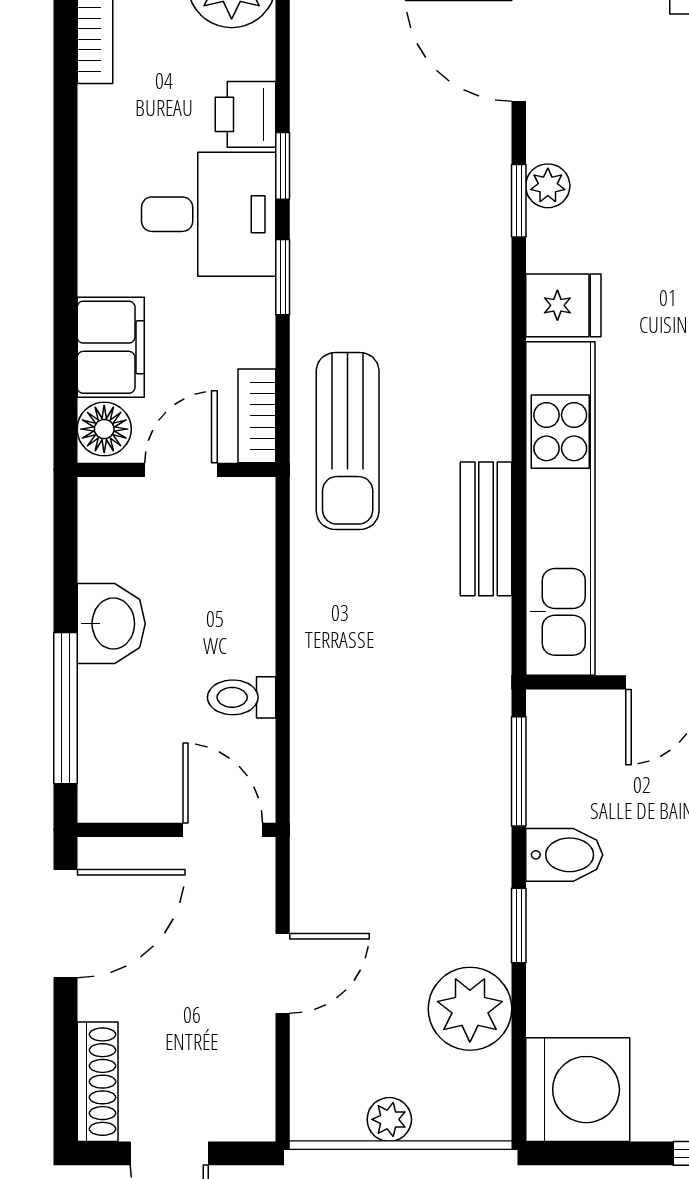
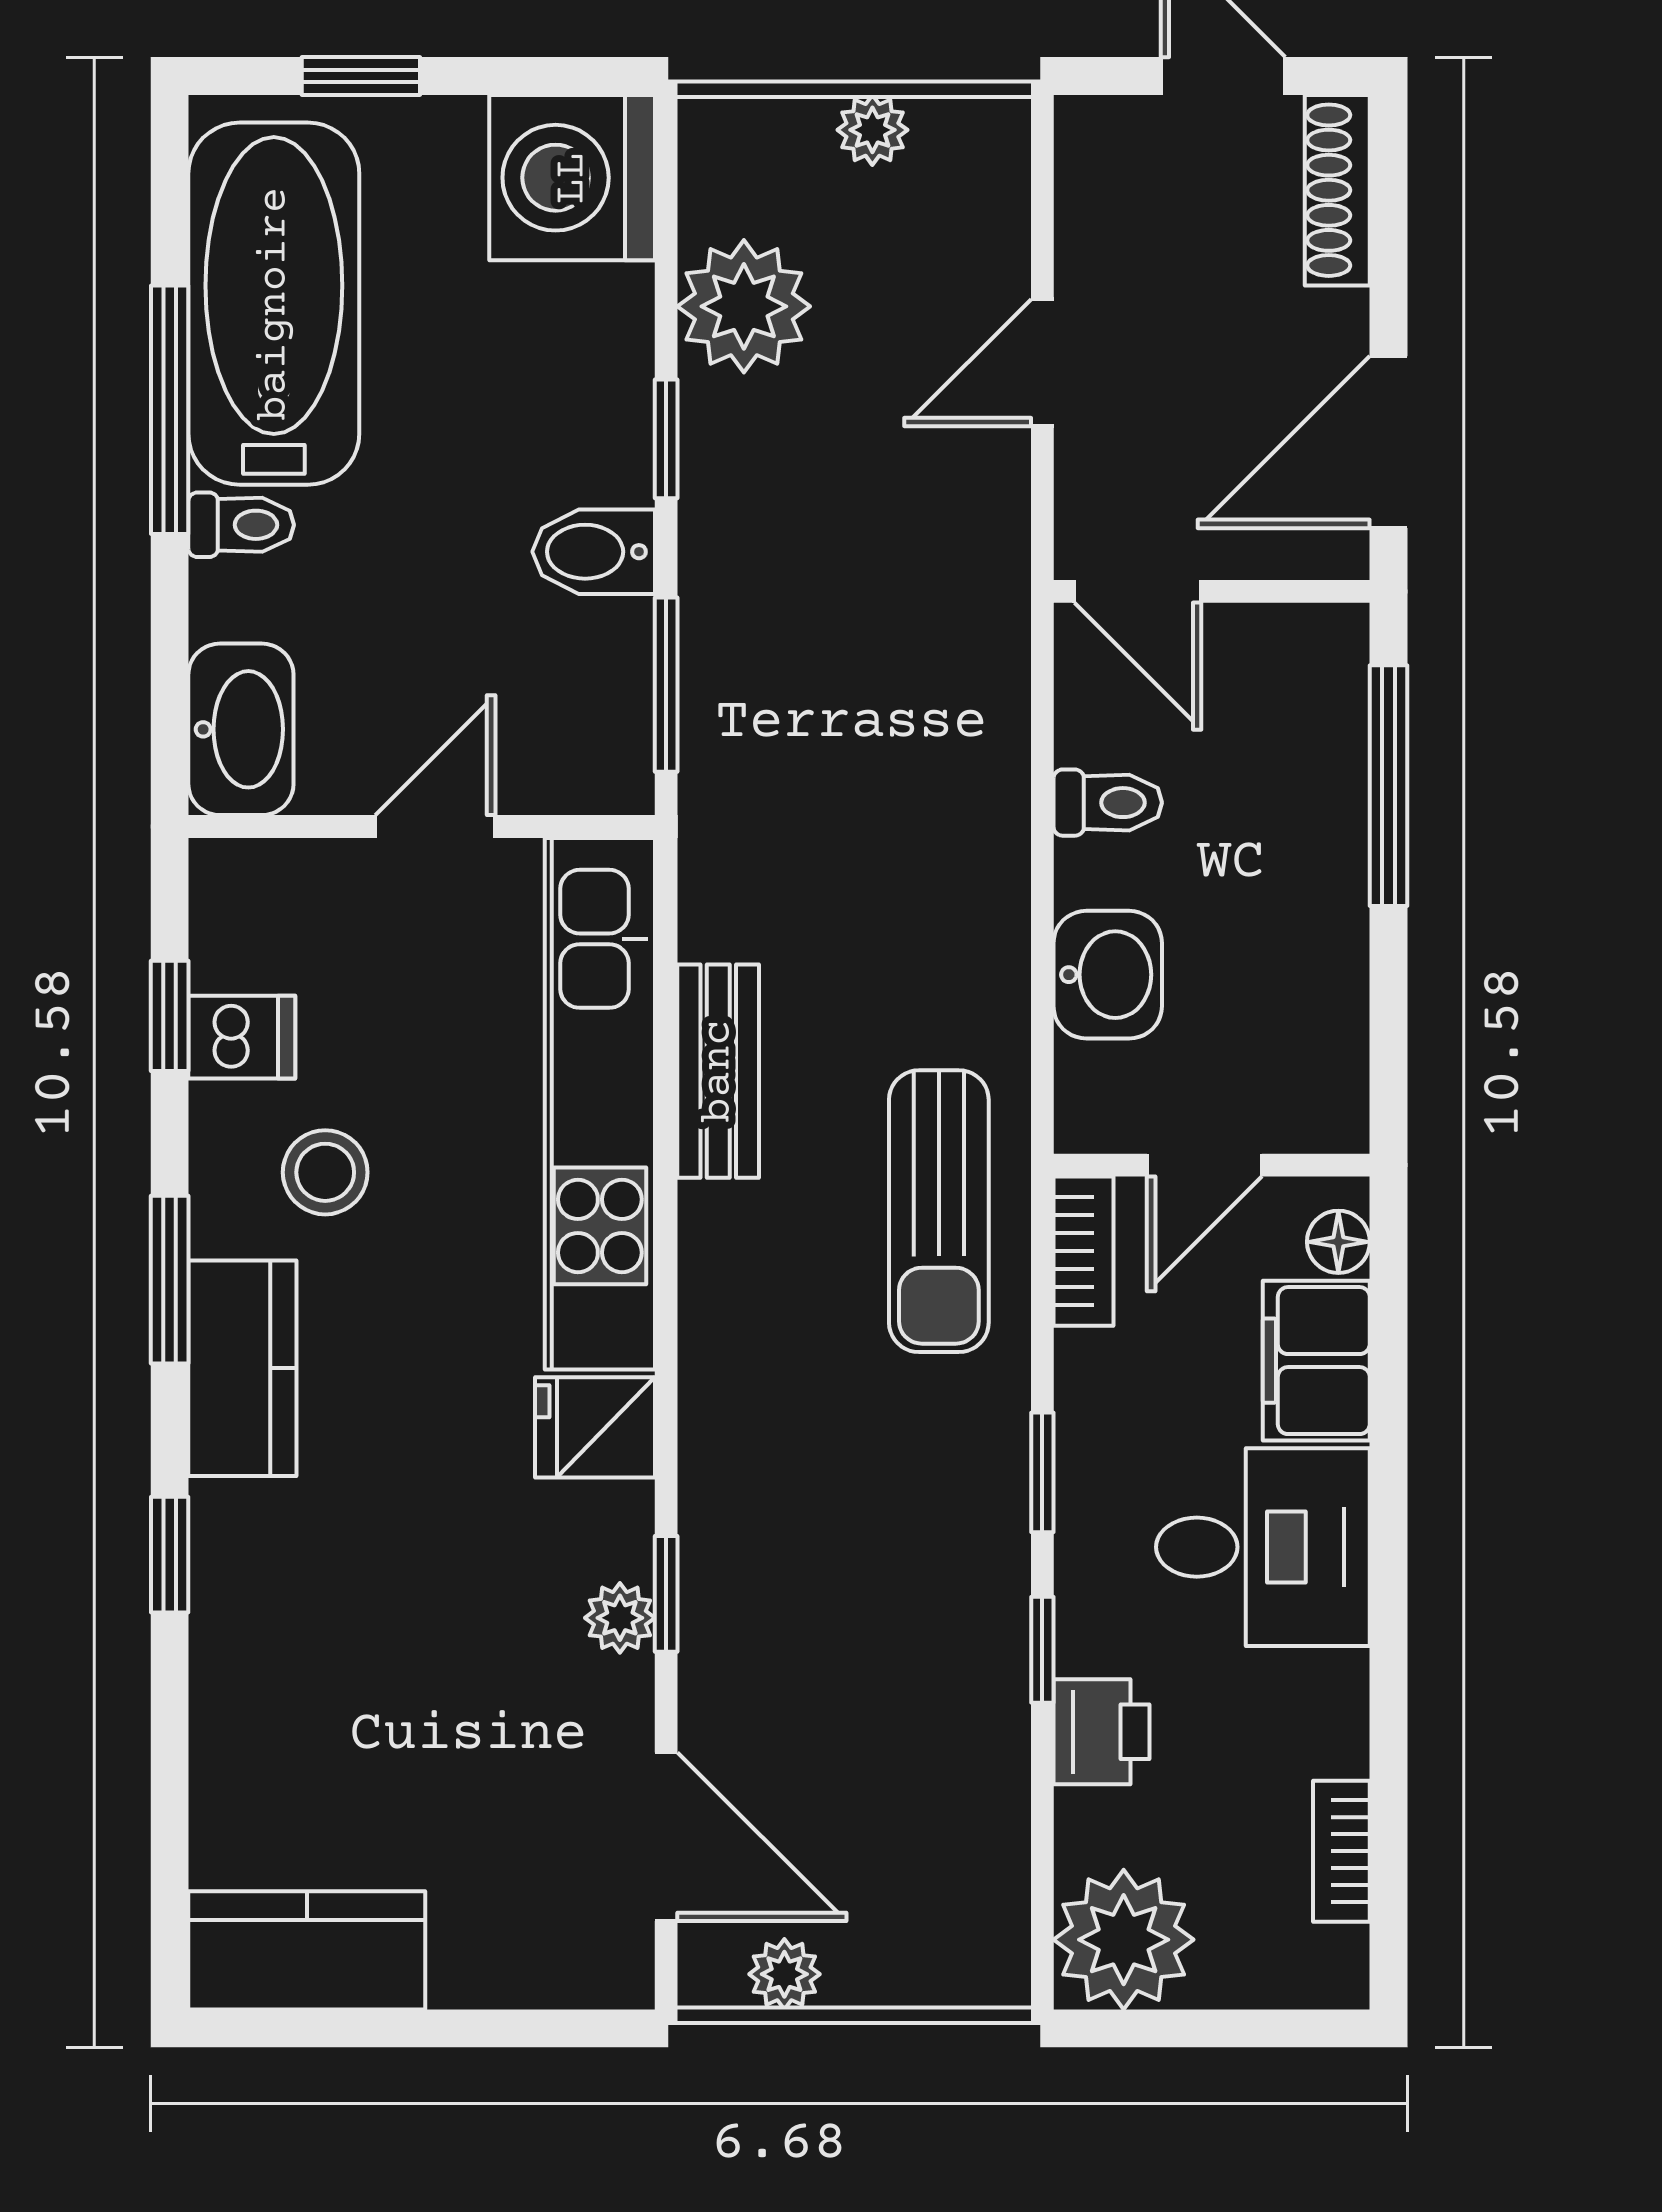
desk: (209, 214) -> (1263, 1547), moved, turned 180
floor lamp: (104, 429) -> (1338, 1242), width x0.73, depth x0.73
sun lounger: (348, 441) -> (939, 1211), turned 180
washbasin: (111, 624) -> (1108, 975), moved, turned 180

